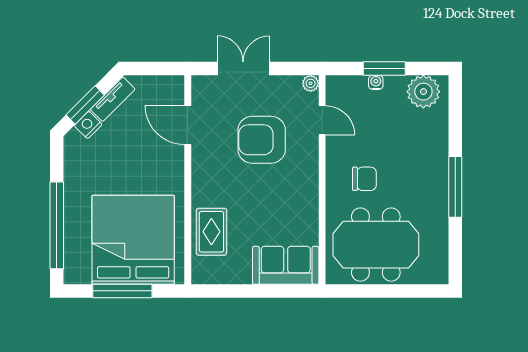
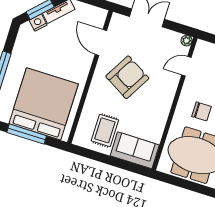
door: (322, 120) -> (186, 66), swing flipped
armchair: (262, 140) -> (127, 77), moved, turned 120
rug: (211, 232) -> (105, 130), moved

